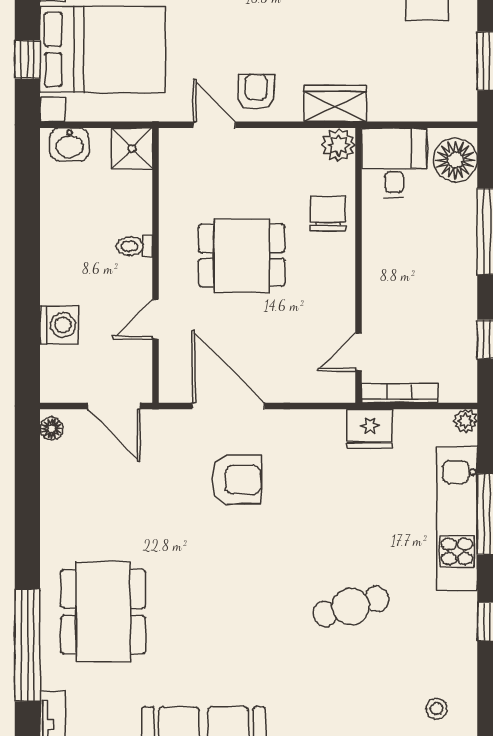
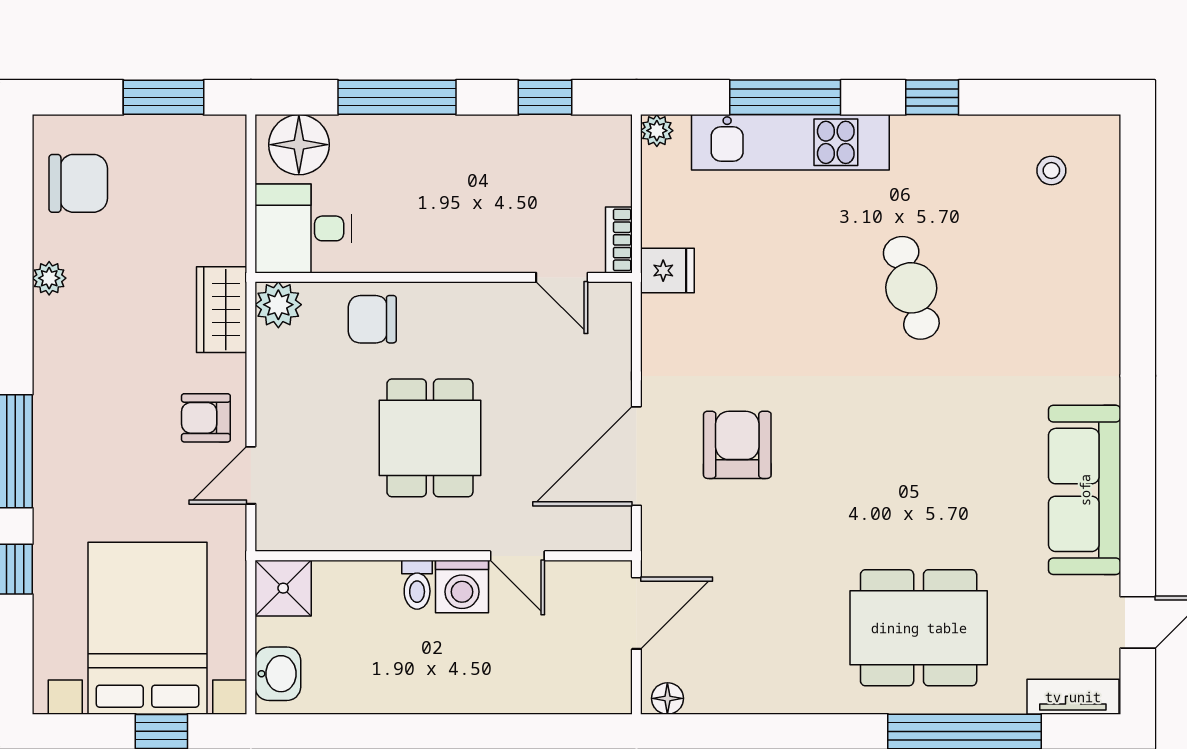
washing machine: (59, 325) -> (462, 586), moved, turned 180
bookcase: (399, 393) -> (619, 240), width x0.64
fridge: (370, 429) -> (667, 271), width x0.72

